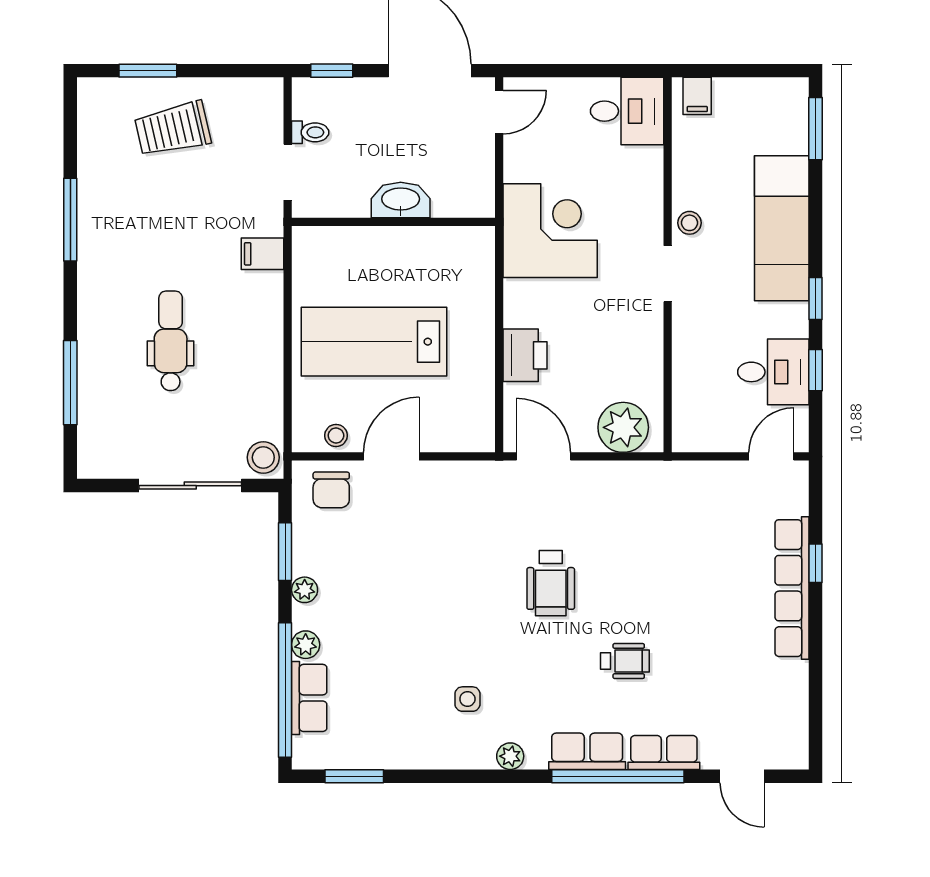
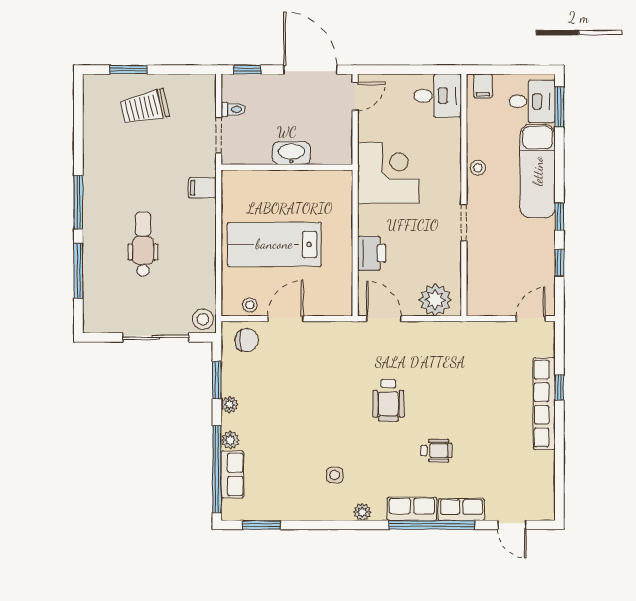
window: (70, 220) -> (78, 202), moved
doorway: (668, 274) -> (464, 223), moved
desk: (773, 372) -> (532, 101), moved
chair: (331, 490) -> (247, 340), turned -90

